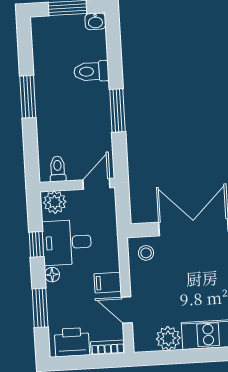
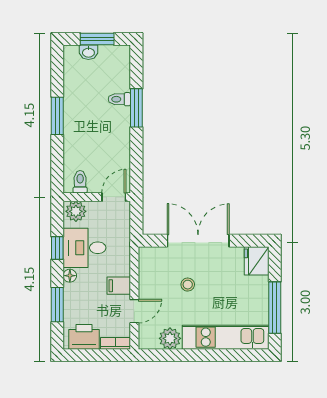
washbasin: (95, 21) -> (88, 52), moved
toilet: (91, 71) -> (119, 99), width x0.73, depth x0.72
window: (117, 111) -> (136, 108), moved
stool: (146, 253) -> (188, 285), moved
door: (127, 310) -> (134, 311), swing flipped

